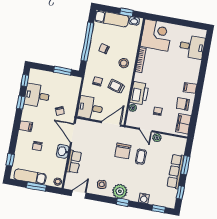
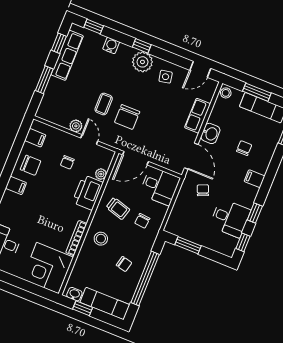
filing cabinet: (183, 124) -> (35, 138), width x0.50
chair: (123, 151) -> (127, 117), turned 180
row of seats: (175, 171) -> (67, 55), moved

